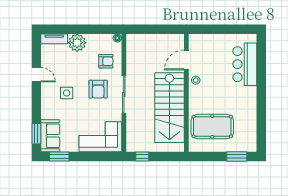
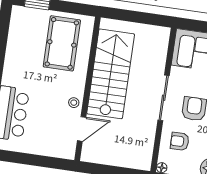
pool table: (212, 126) -> (62, 43), turned 90
window: (142, 156) -> (152, 19), removed

